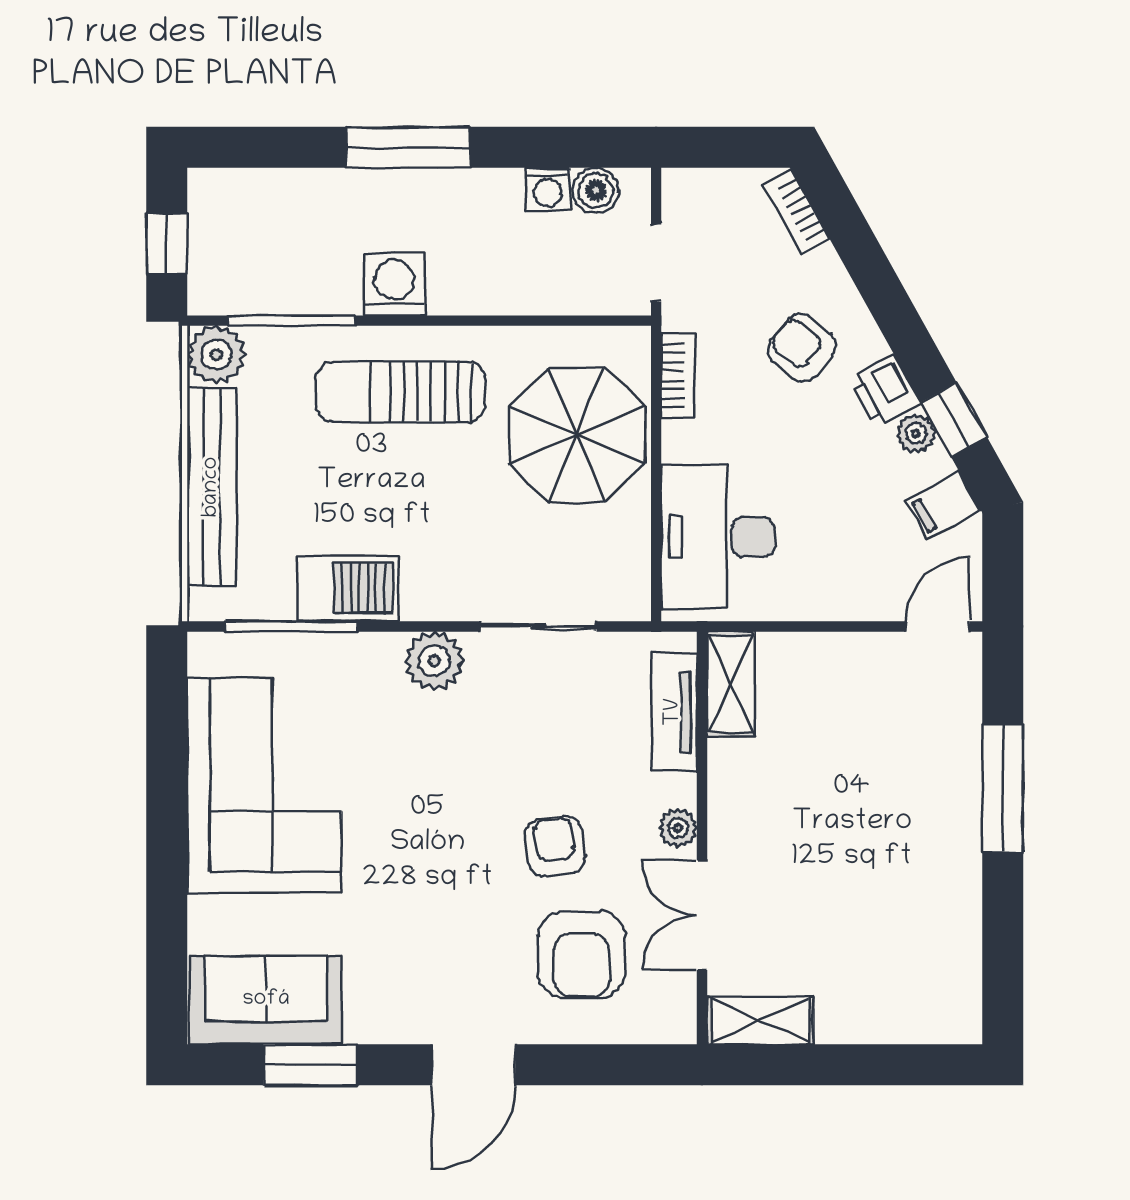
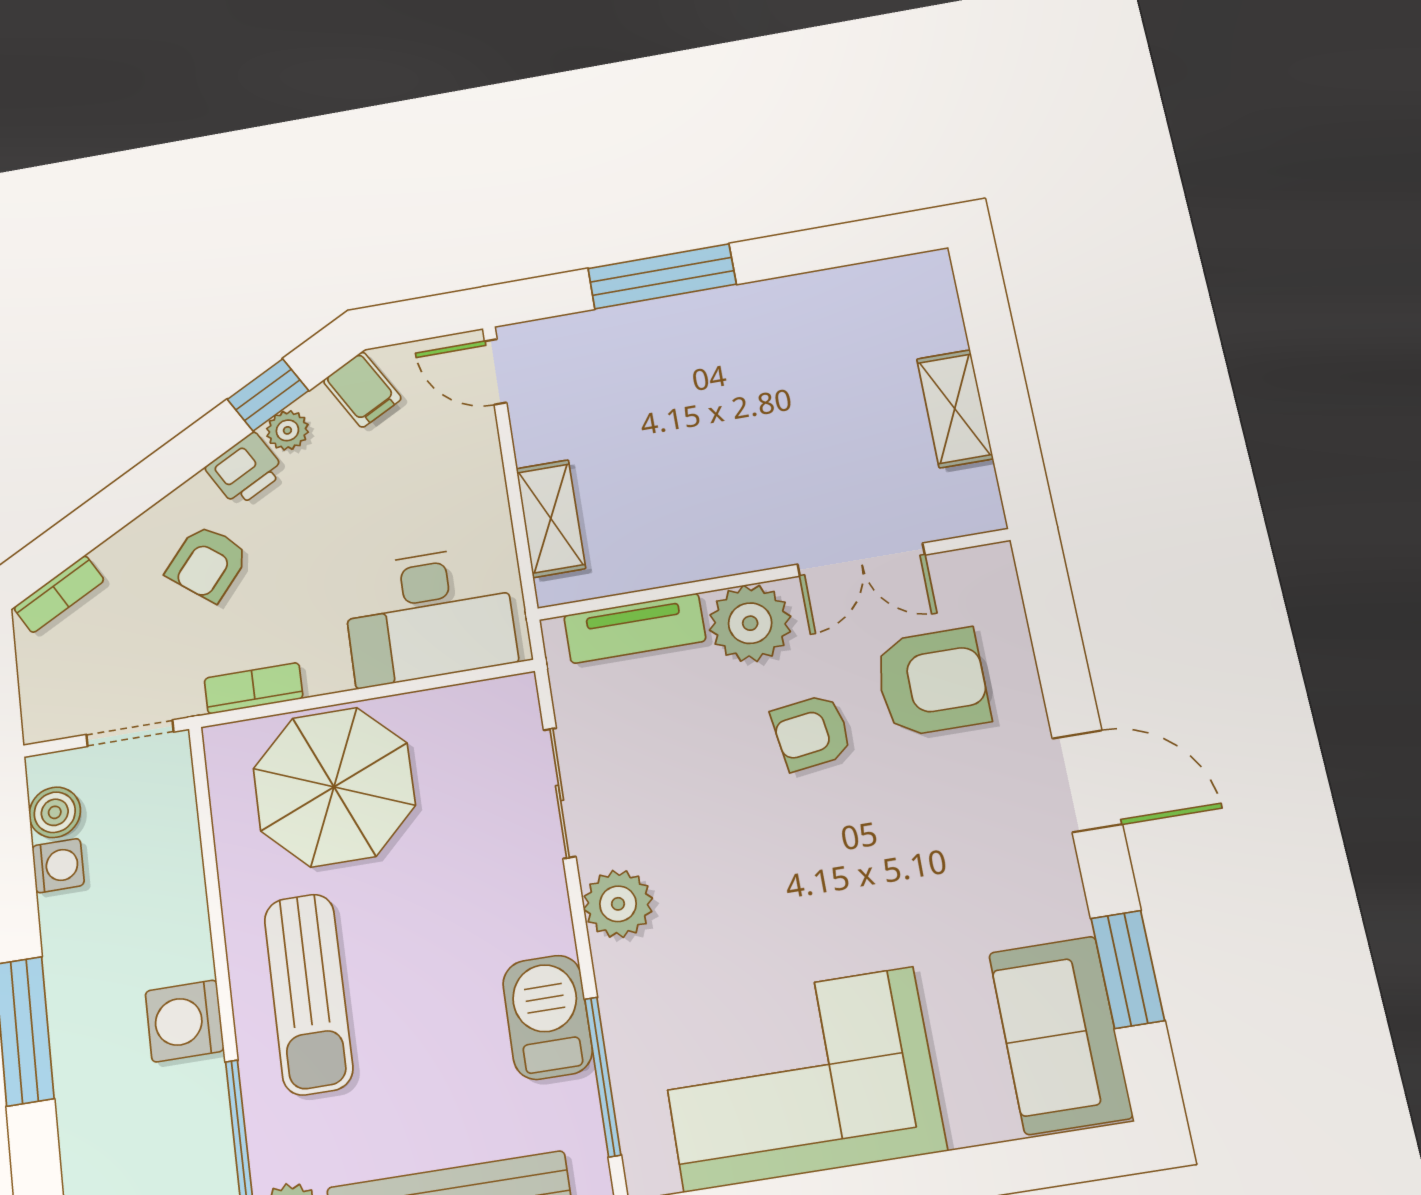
shelving: (731, 684) -> (551, 518), moved, turned 90
plant: (678, 828) -> (750, 623), width x1.87, depth x1.87
shelving: (760, 1021) -> (955, 409), moved

